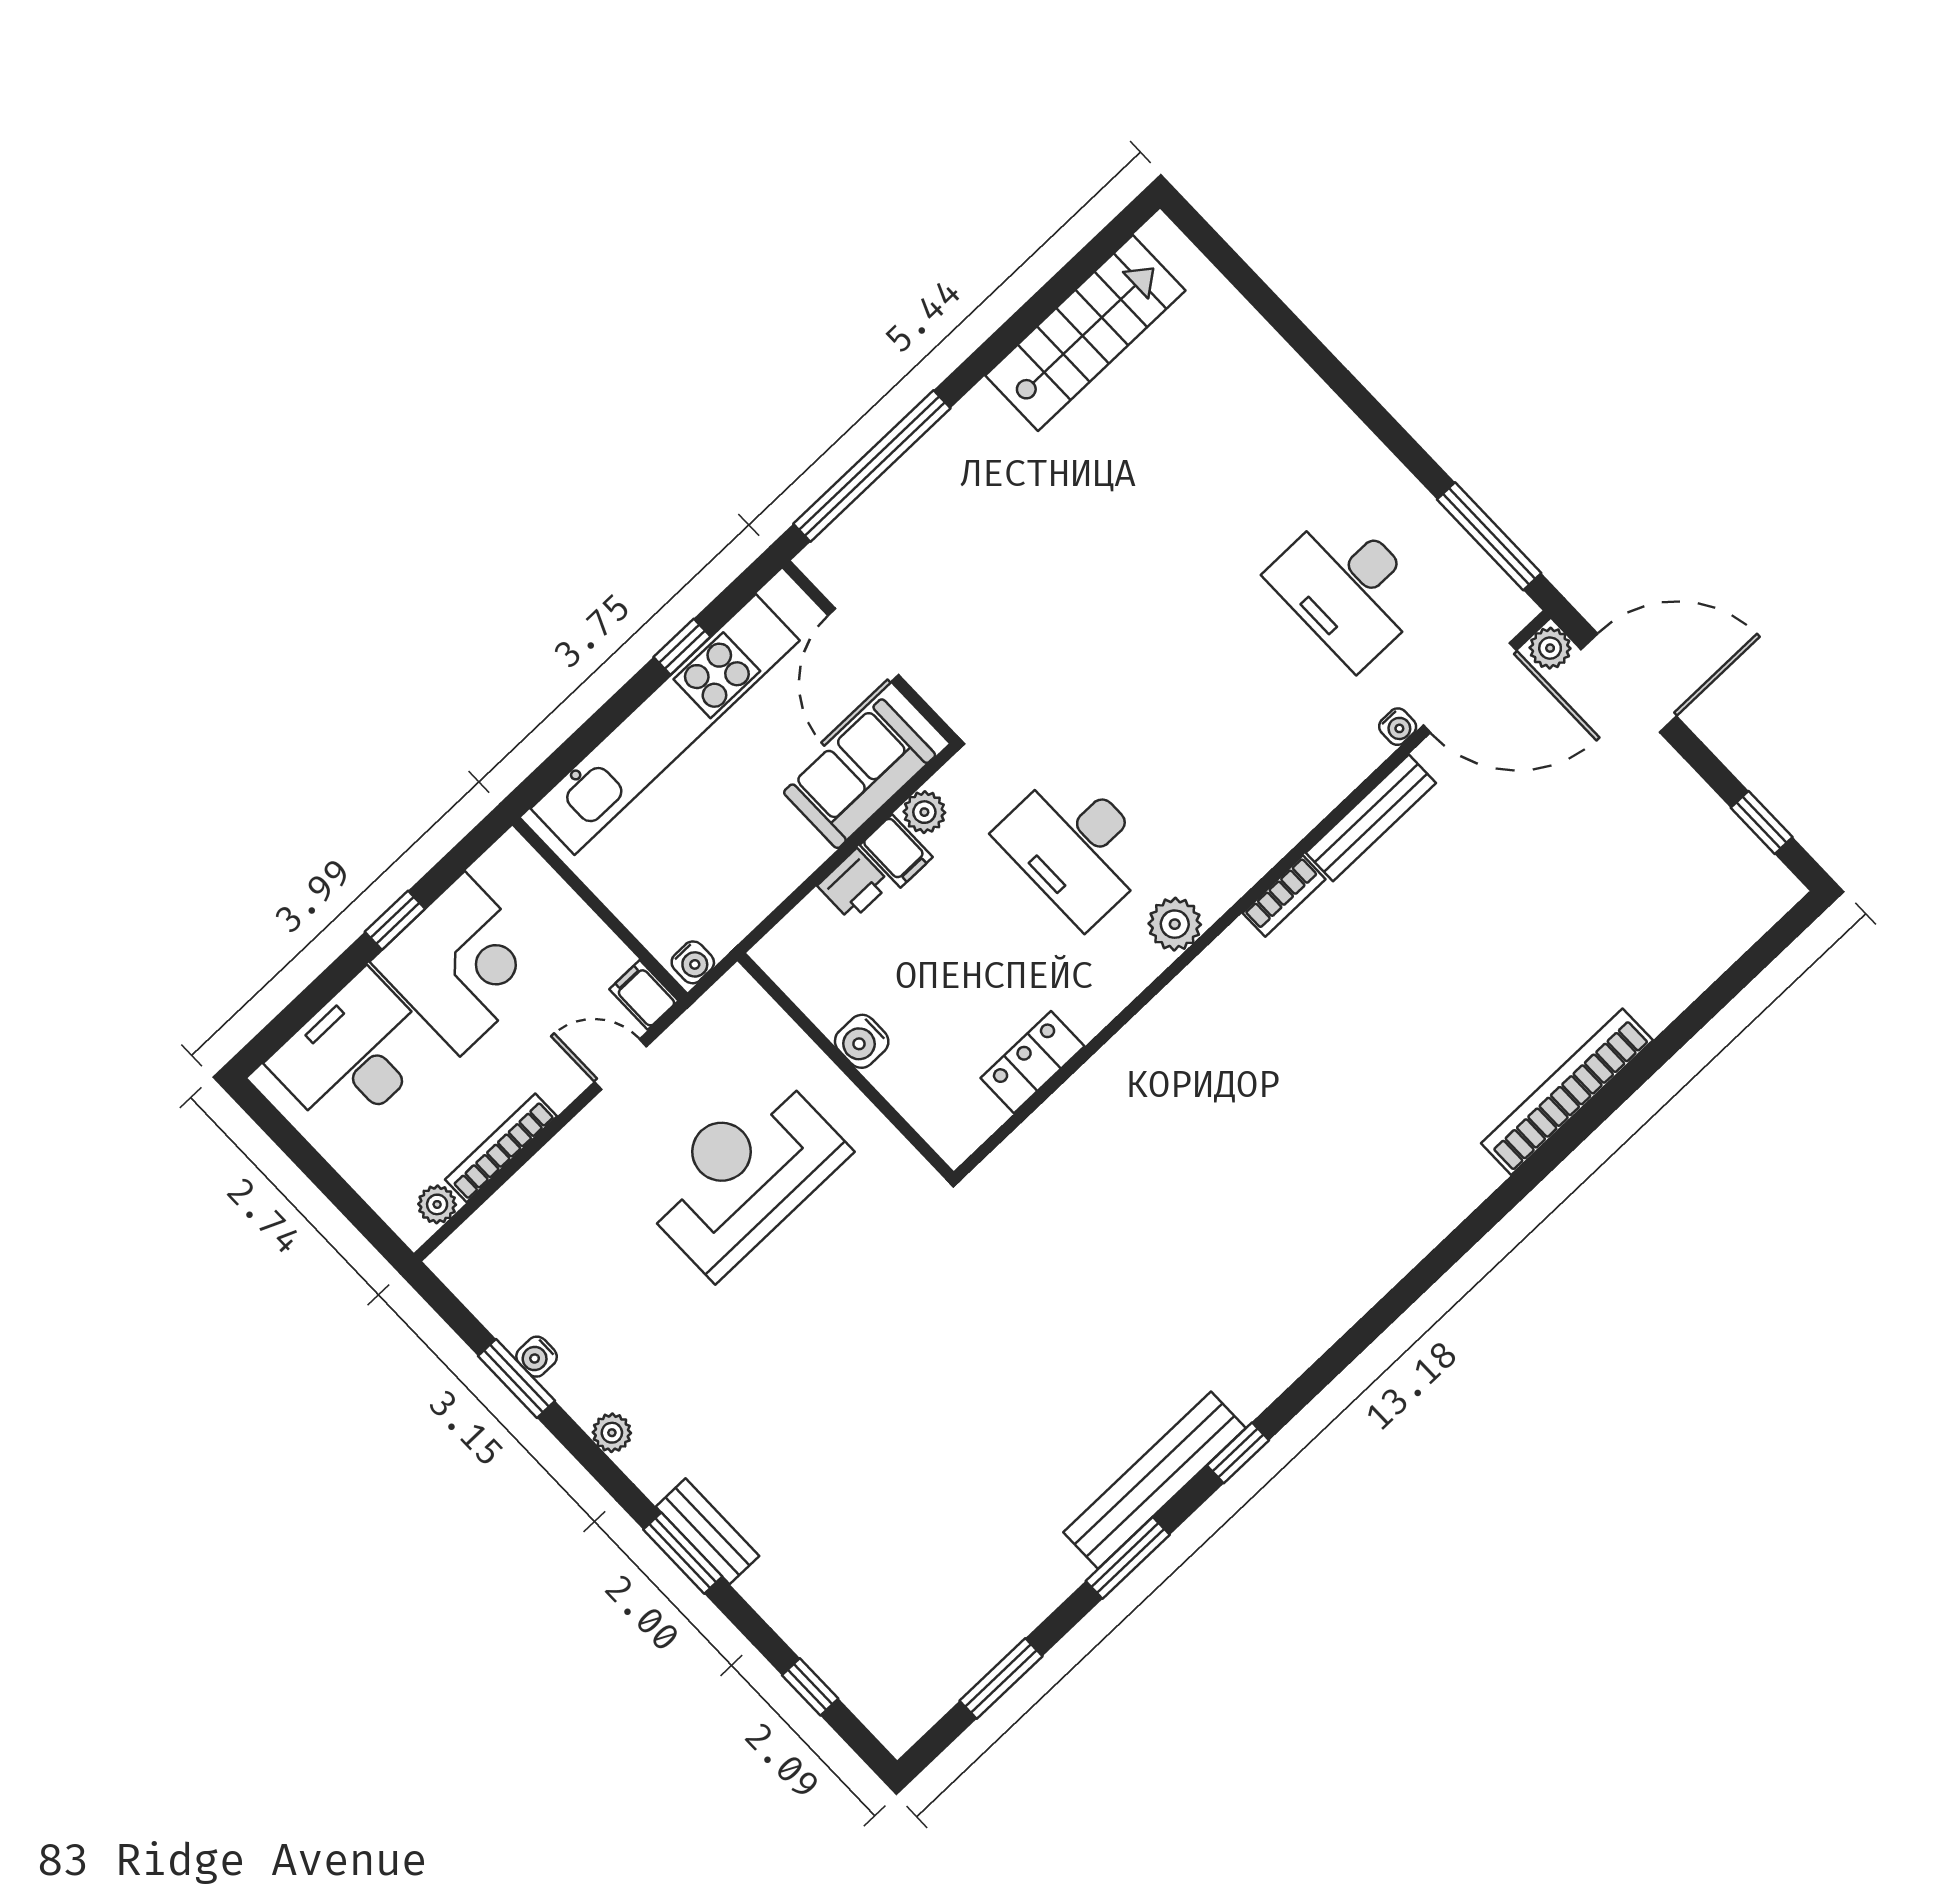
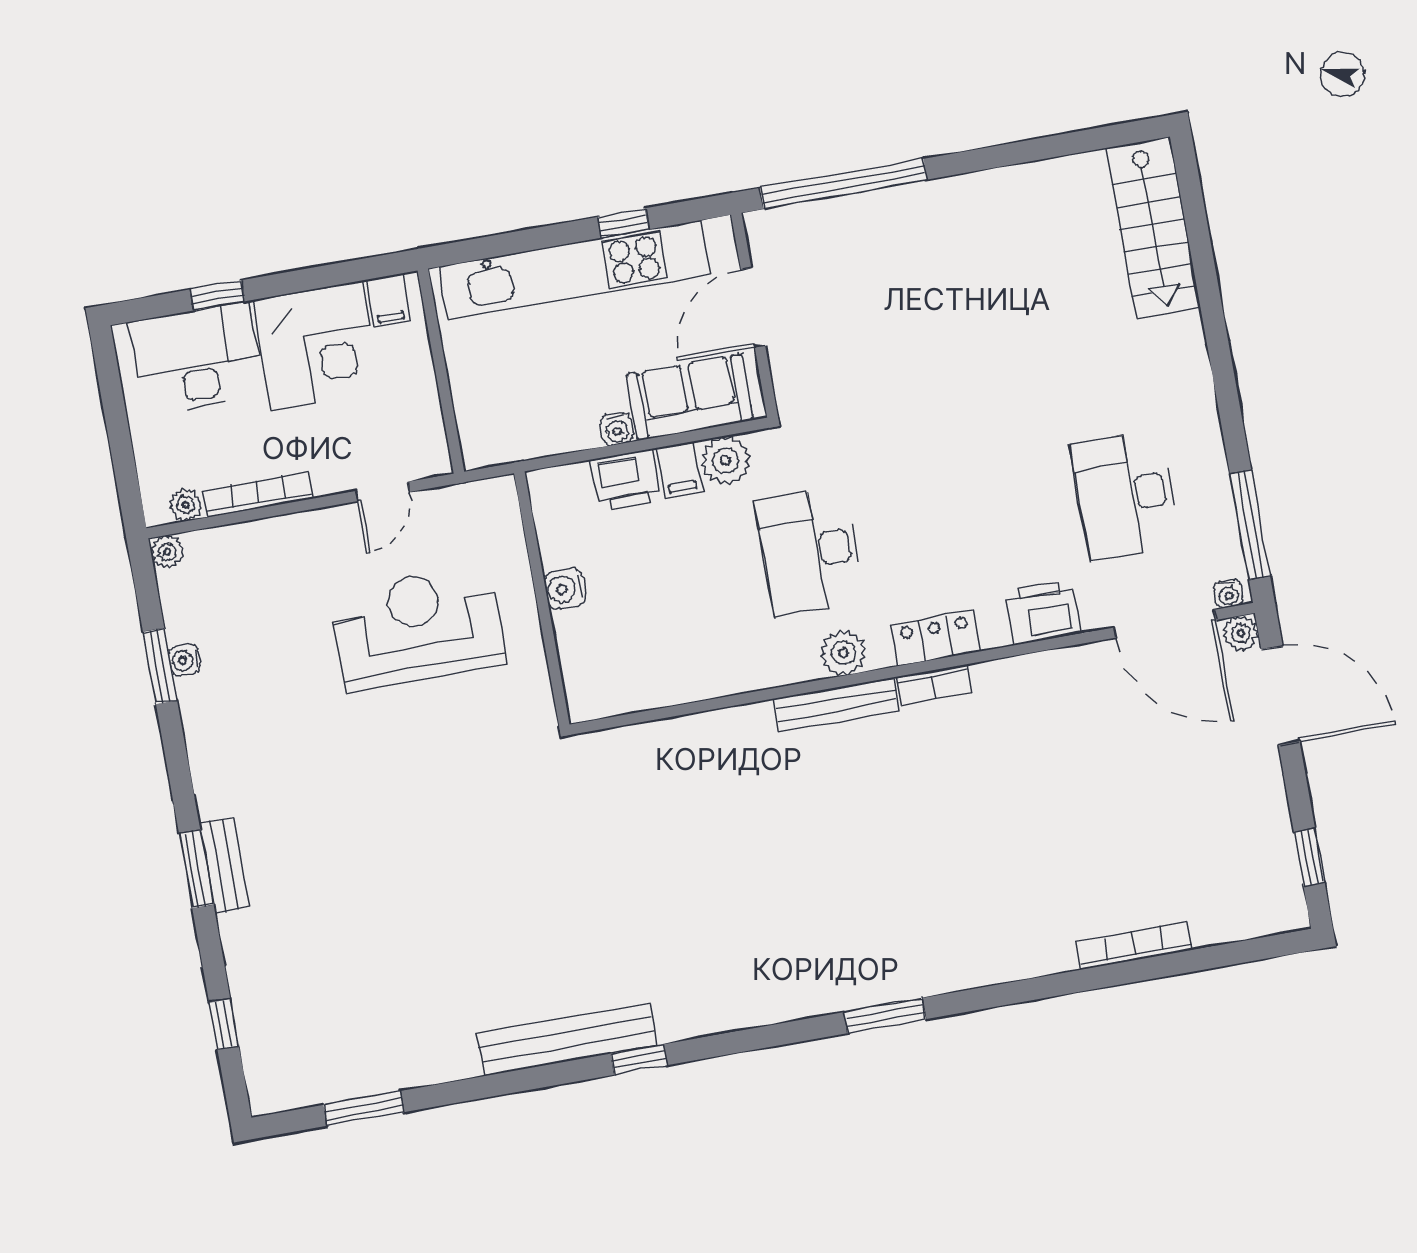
stairs: (1085, 333) -> (1153, 228), moved, turned 90
water cooler: (1398, 727) -> (1228, 594), moved
printer: (1343, 755) -> (1043, 612), added
plant: (924, 812) -> (726, 461), width x1.38, depth x1.38
bench: (1371, 818) -> (837, 705), moved
printer: (854, 885) -> (626, 480), width x1.36, depth x1.24
window: (395, 920) -> (217, 295), moved
water cooler: (693, 962) -> (617, 429), moved
filing cabinet: (644, 995) -> (388, 300), moved, turned 180
locker: (1033, 1062) -> (936, 638), moved
door: (621, 1064) -> (382, 491), swing flipped
bookcase: (1567, 1092) -> (1135, 946), moved, width x0.68, depth x0.76
plant: (612, 1433) -> (167, 552), moved
window: (1128, 1558) -> (885, 1016), moved

